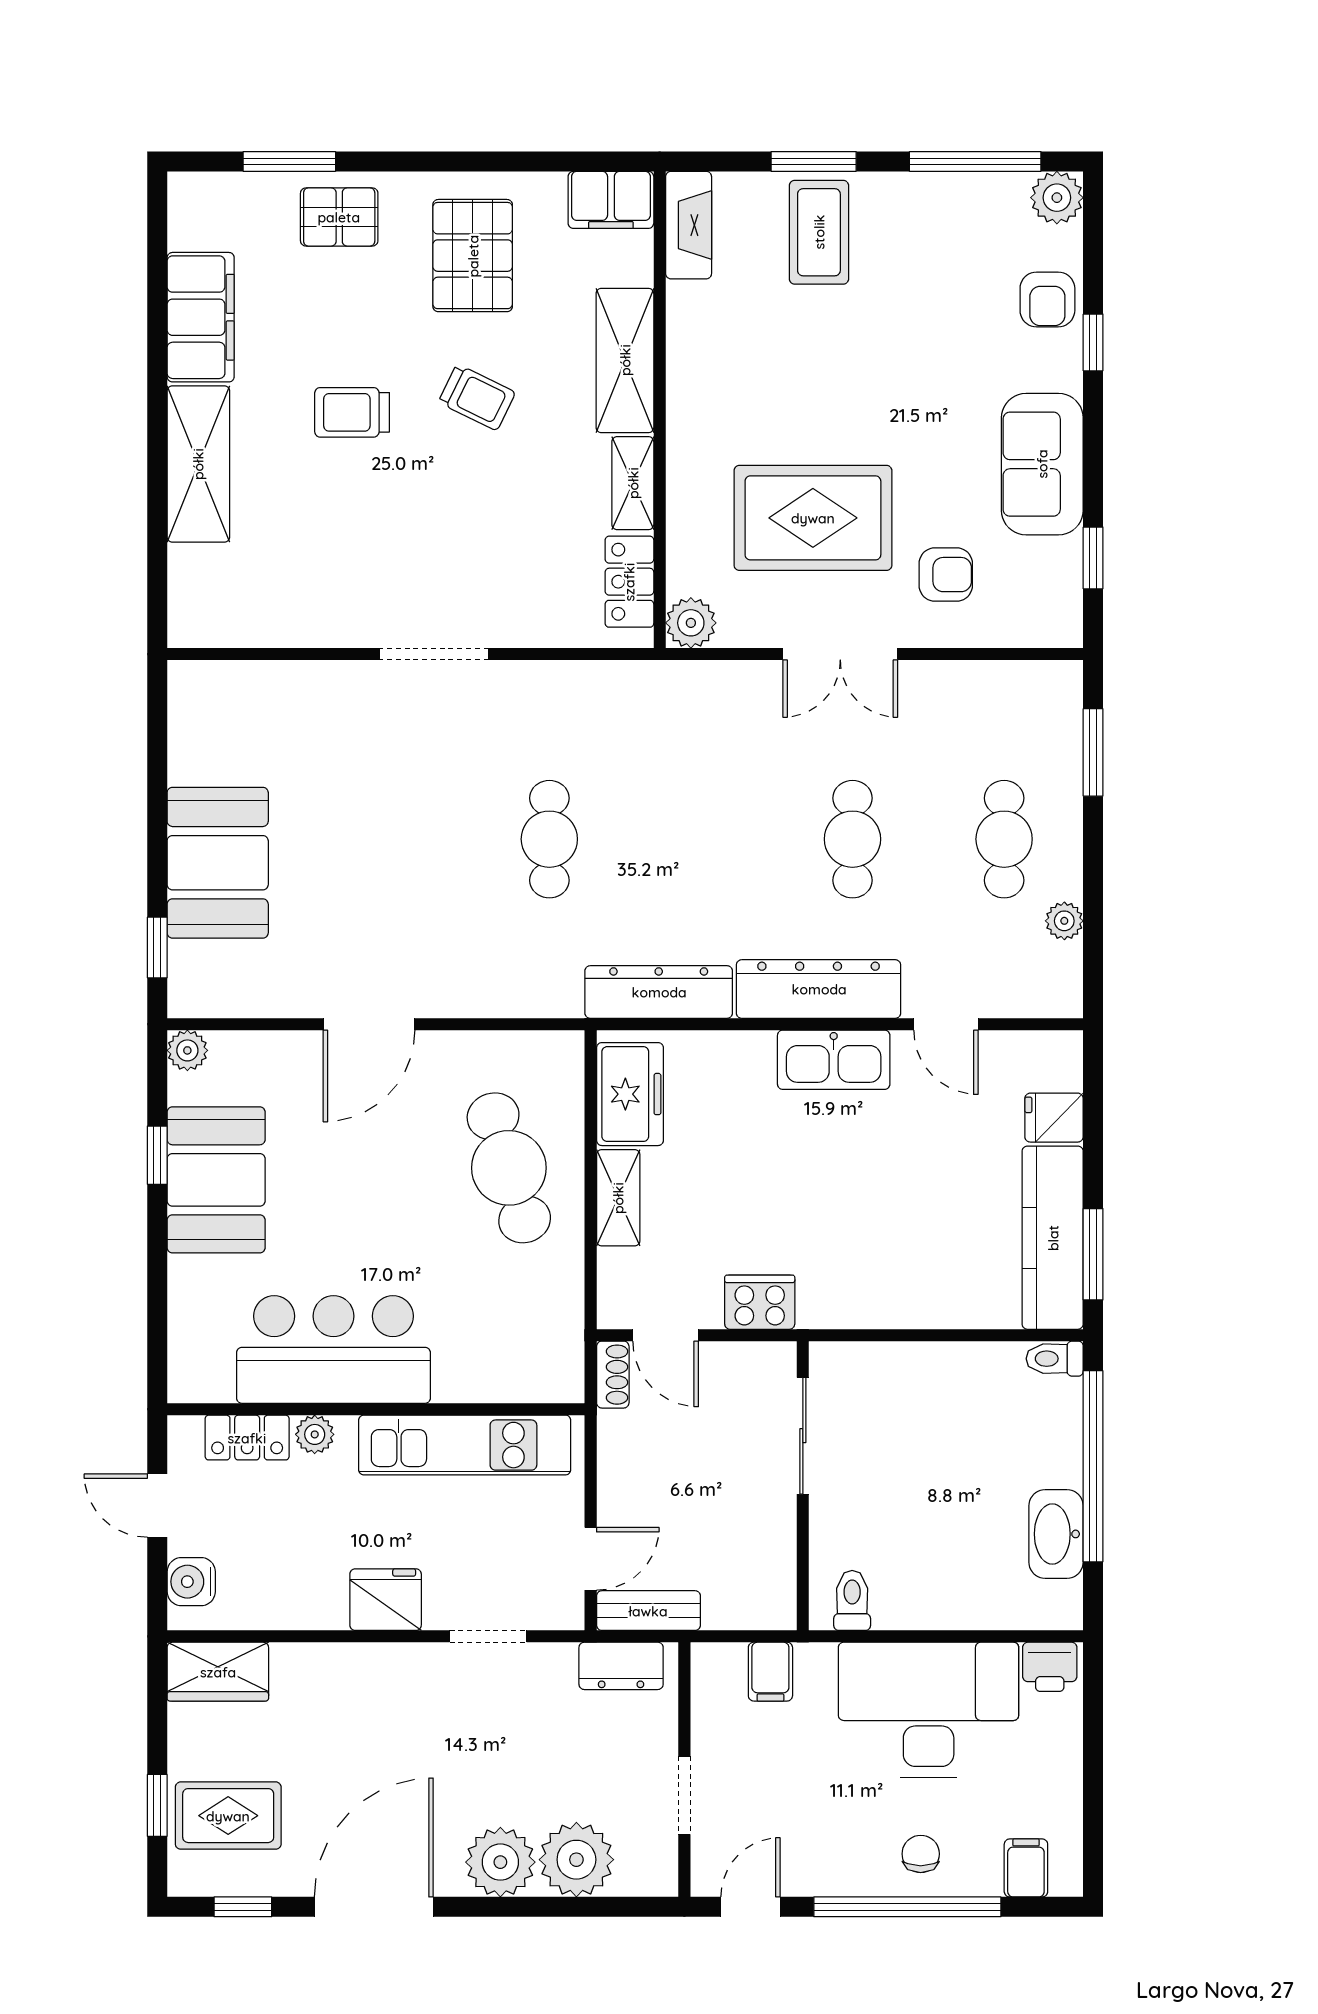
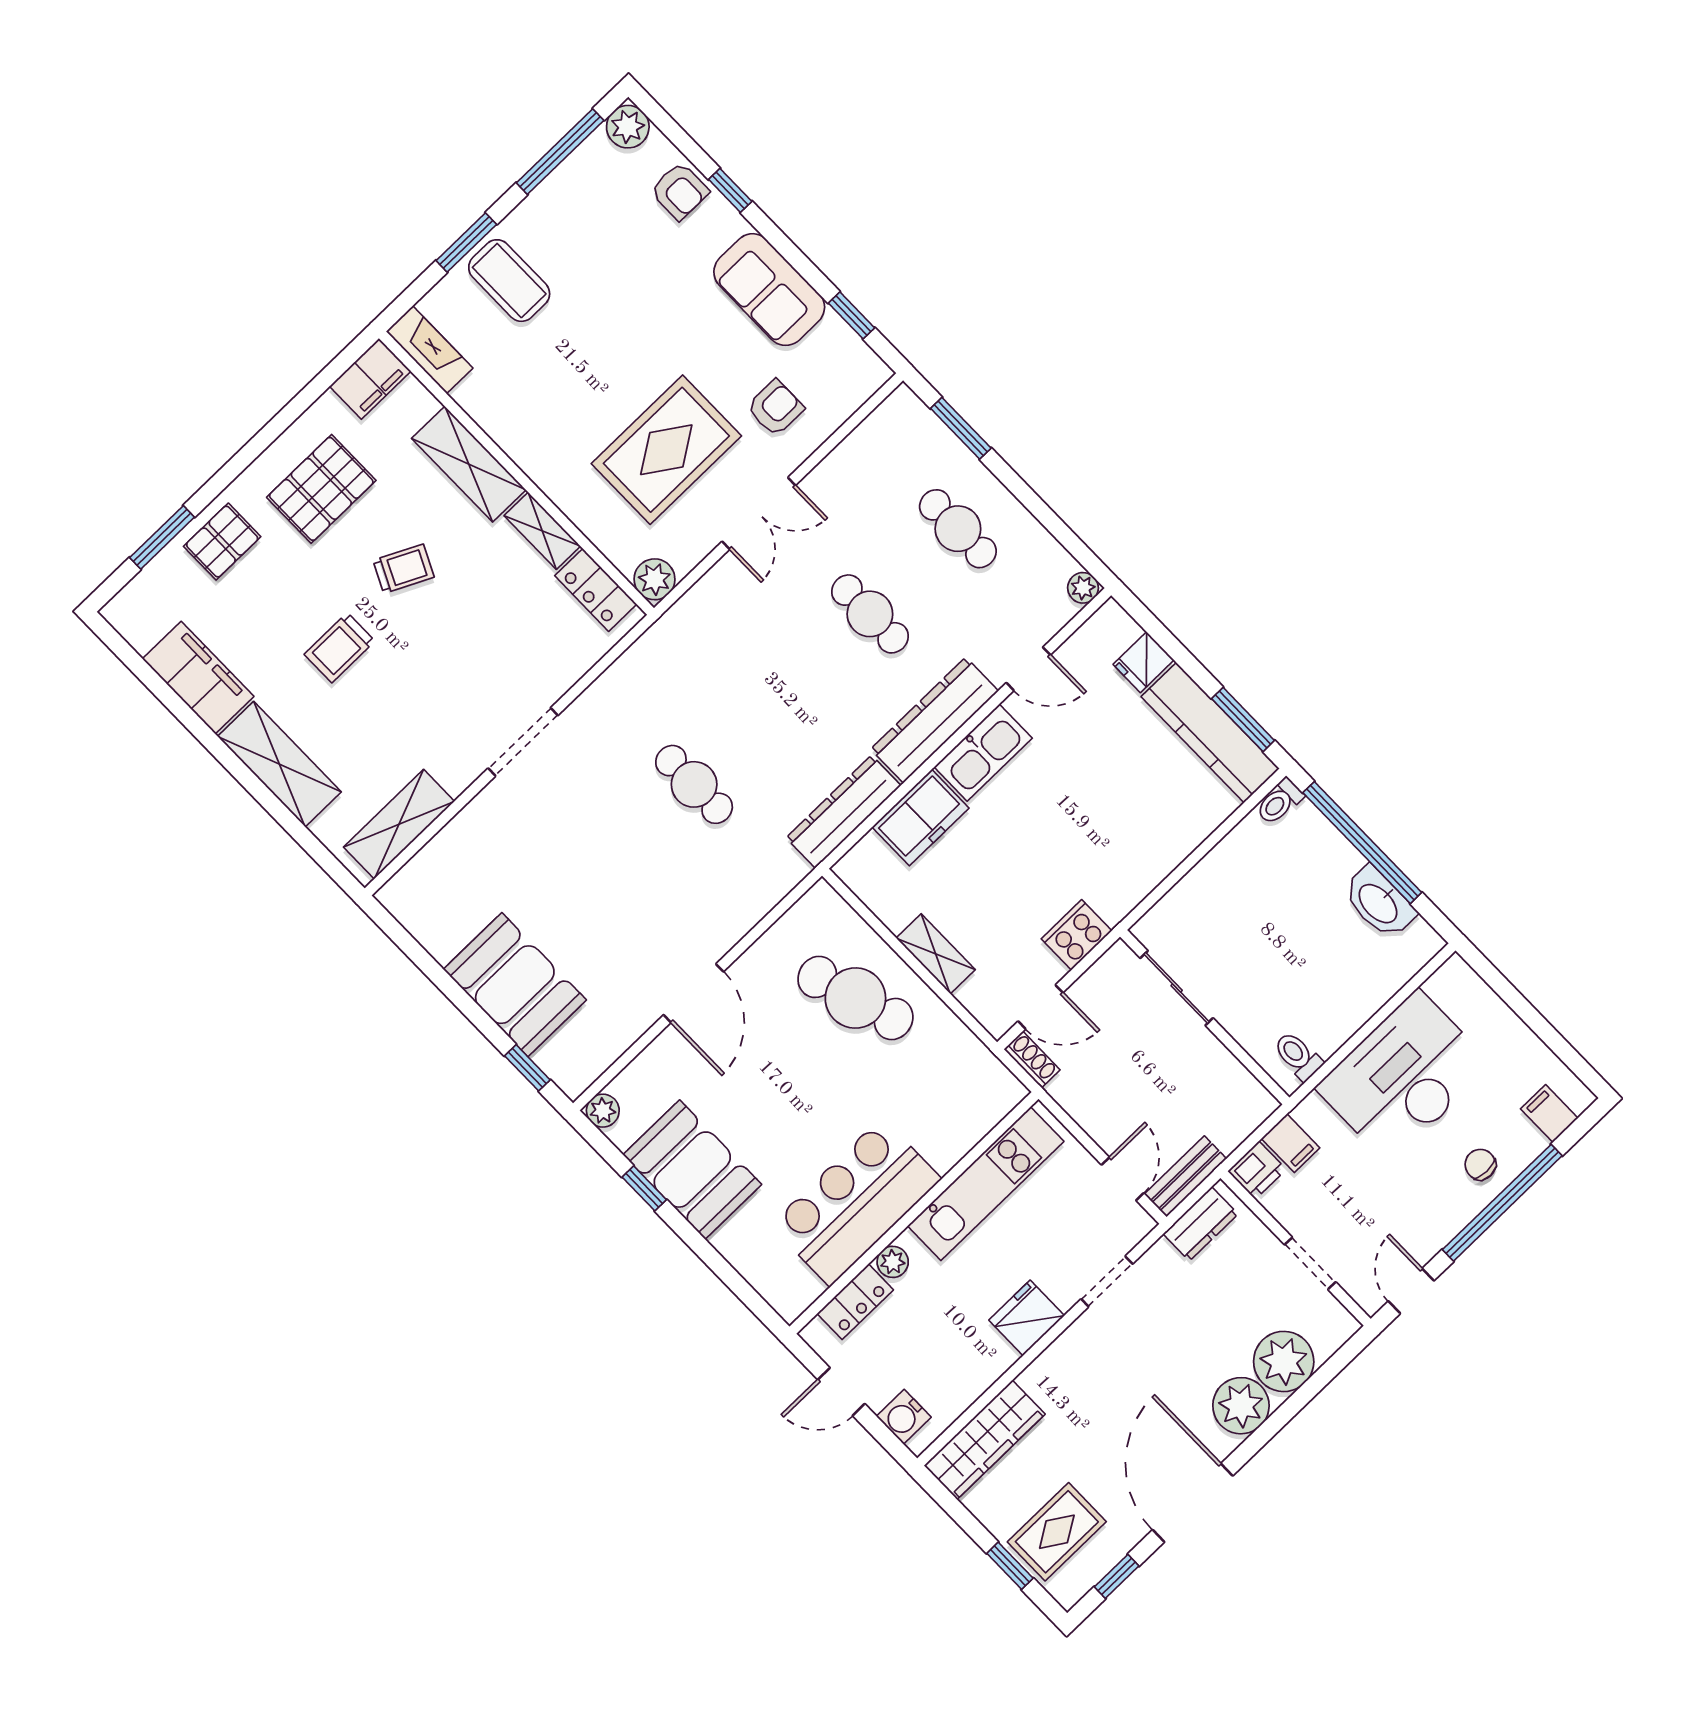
pallet: (473, 256) -> (321, 489), turned 90
shelving: (253, 620) -> (399, 824), added
plant: (1064, 921) -> (1083, 588), moved
freezer: (630, 1094) -> (921, 818), moved, turned 90
printer: (1050, 1667) -> (1257, 1170), moved
wardrobe: (218, 1672) -> (985, 1440), width x1.50

